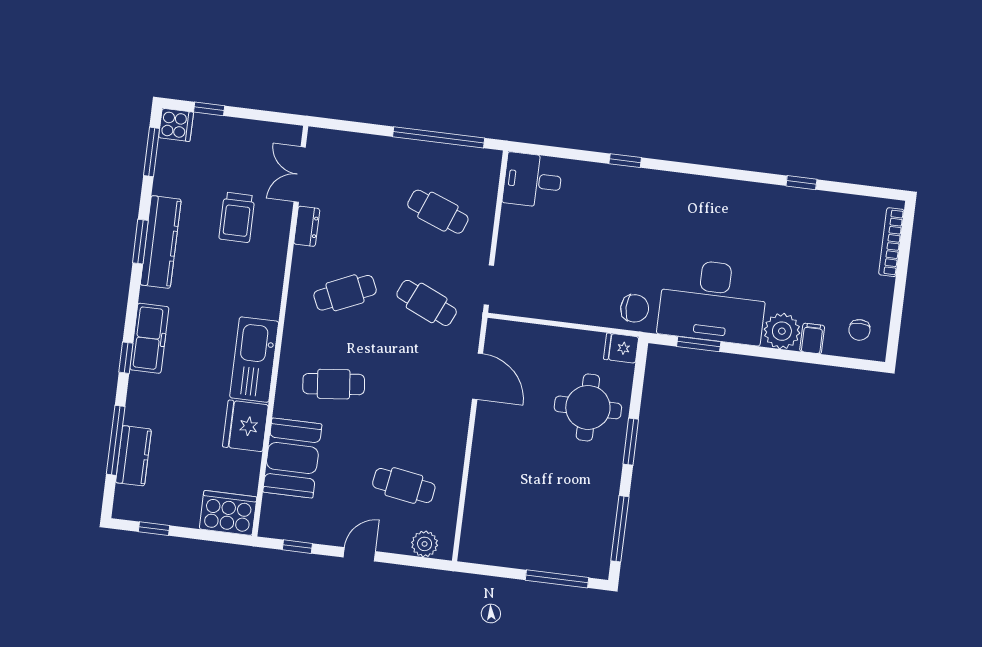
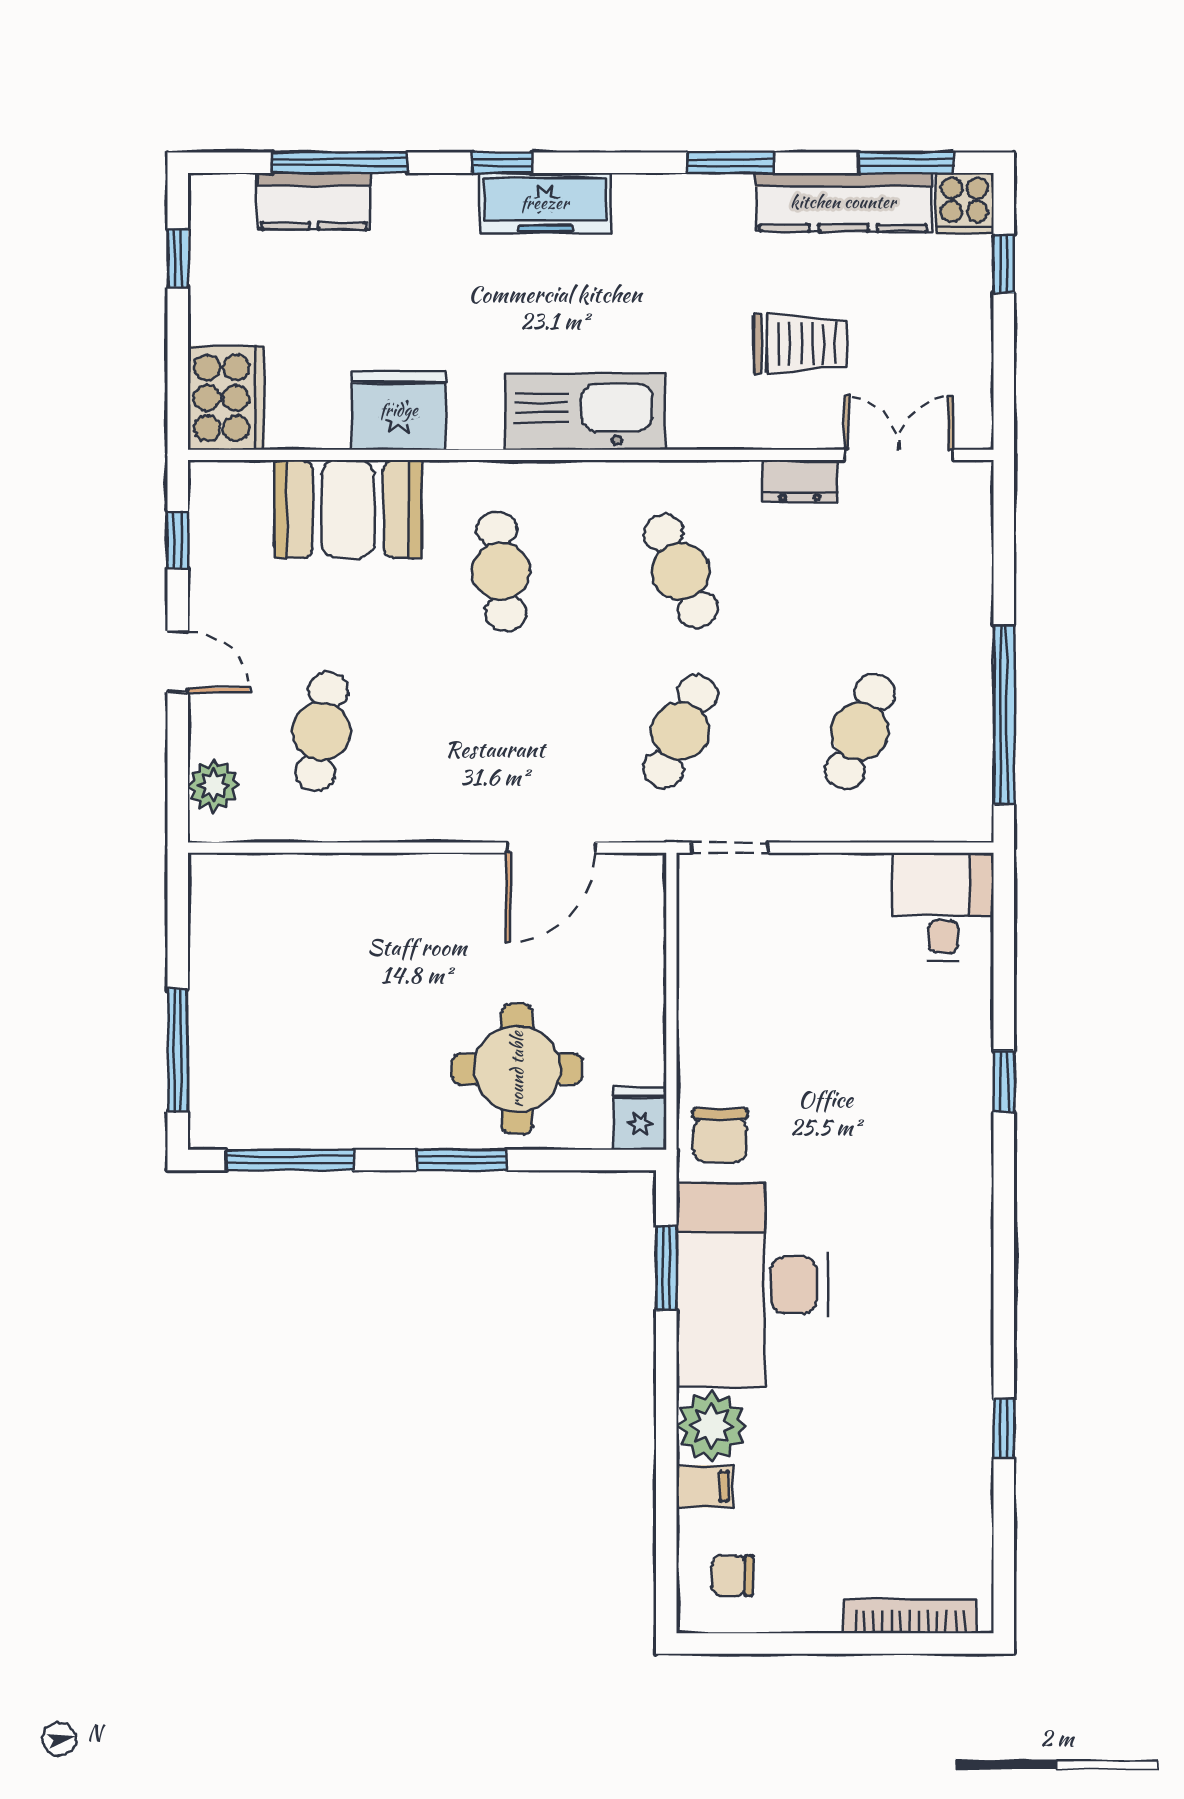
trolley: (237, 217) -> (800, 344), turned 180
kitchen counter: (161, 242) -> (843, 202), moved
kitchen sink: (254, 360) -> (585, 411), moved

